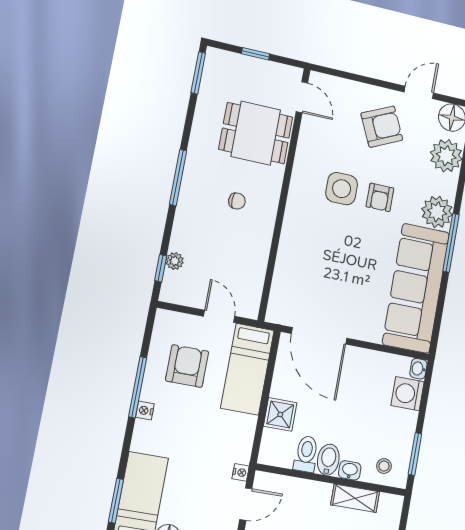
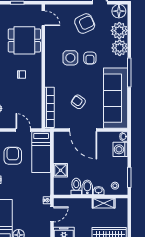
plant: (437, 212) -> (120, 48), moved
bookcase: (281, 280) -> (49, 107), added
armchair: (341, 281) -> (78, 102), added
door: (319, 336) -> (83, 130), moved

